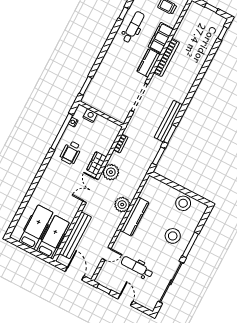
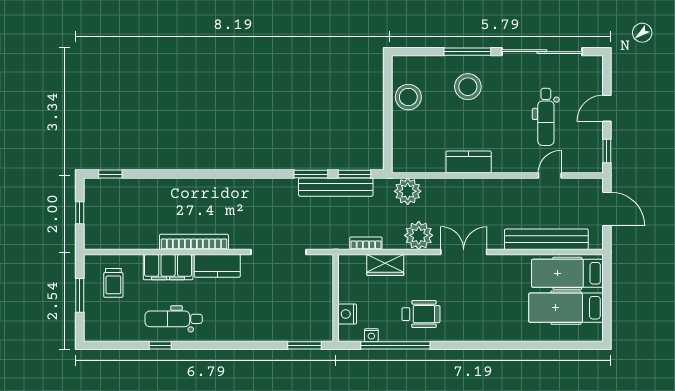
bench: (168, 121) -> (336, 187), moved
wardrobe: (97, 163) -> (385, 265), moved
double door: (91, 190) -> (464, 252), swing flipped
plant: (122, 205) -> (408, 191), moved
kitchen counter: (135, 216) -> (469, 162), width x0.67
door: (107, 254) -> (550, 176), hinge flipped
door: (75, 274) -> (607, 209), swing flipped

